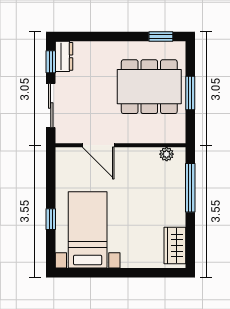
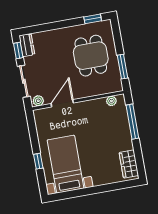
dining table: (149, 87) -> (91, 56), width x0.73
window: (190, 93) -> (122, 67), moved
plant: (66, 136) -> (38, 101), added
door: (98, 145) -> (62, 103), swing flipped

